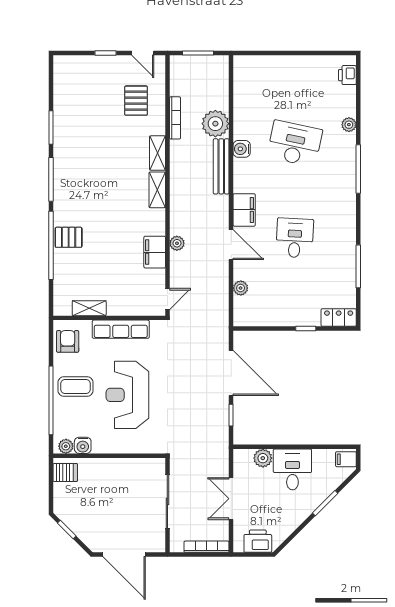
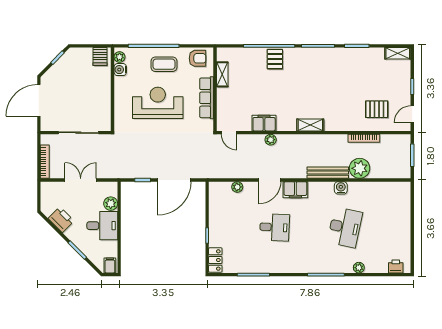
shelving: (158, 153) -> (398, 53), moved
coffee table: (75, 386) -> (164, 64), turned 90
printer: (258, 541) -> (61, 220), moved, turned -45

